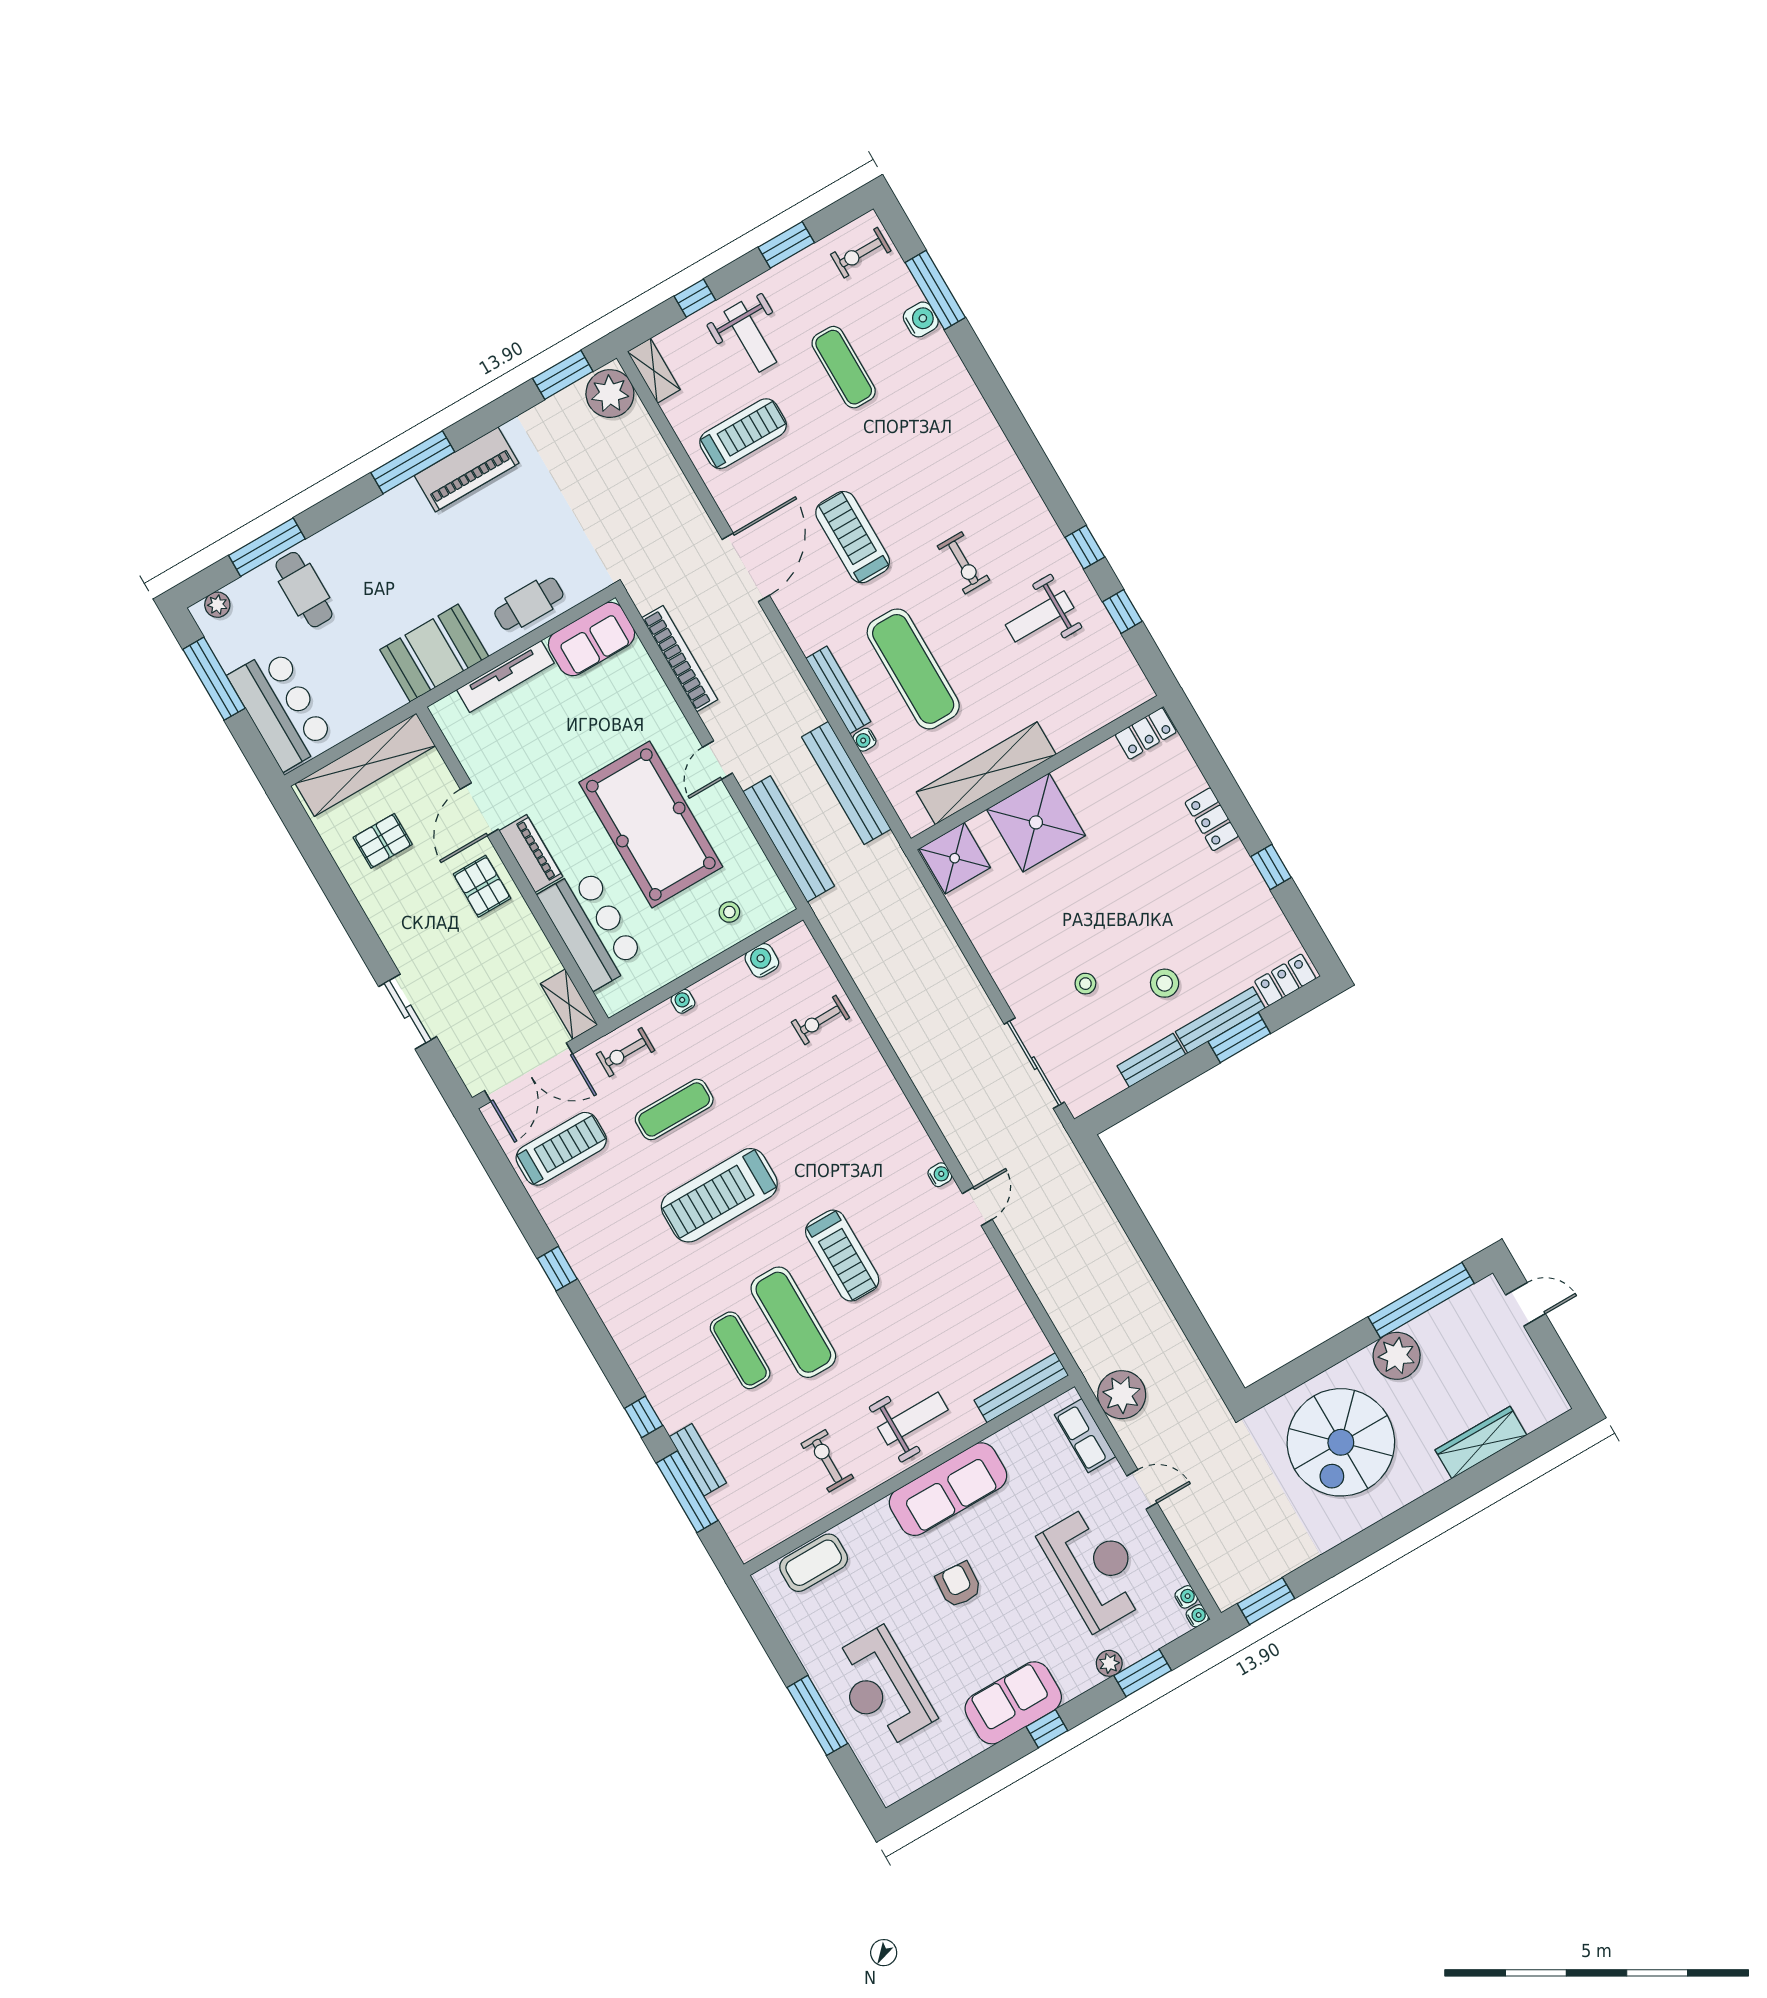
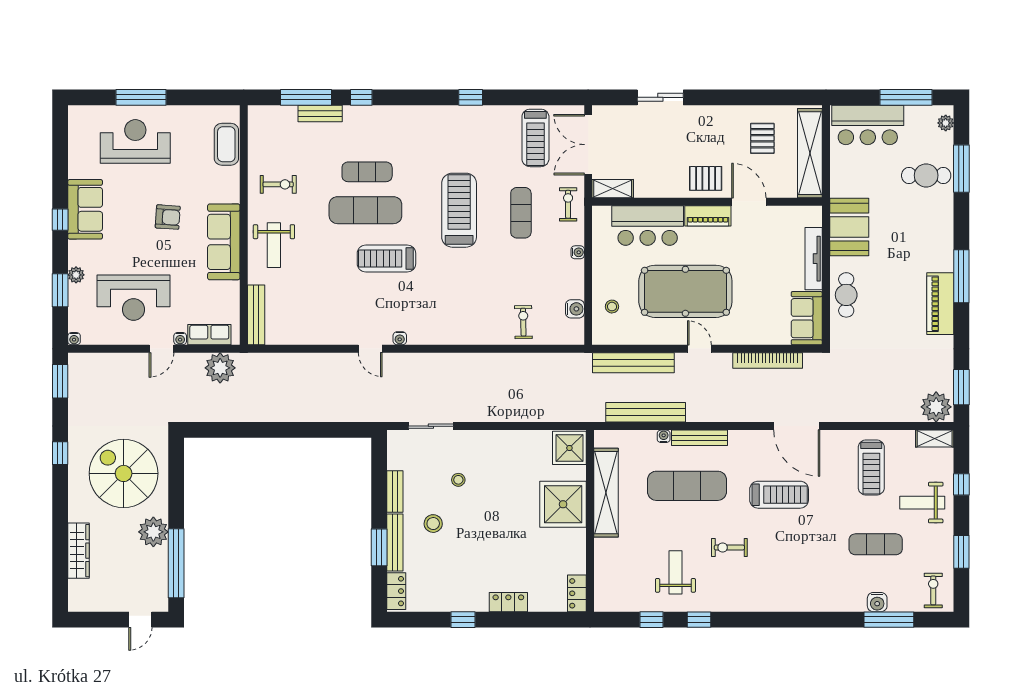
sliding door: (1034, 1063) -> (431, 426), width x0.73
window: (1363, 1544) -> (60, 453), added
water cooler: (1186, 1597) -> (180, 339), moved

